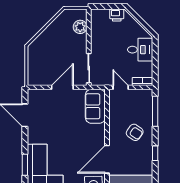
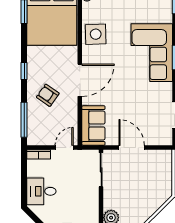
door: (62, 87) -> (132, 147), swing flipped
door: (121, 87) -> (64, 147), swing flipped
door: (107, 159) -> (80, 80), moved

